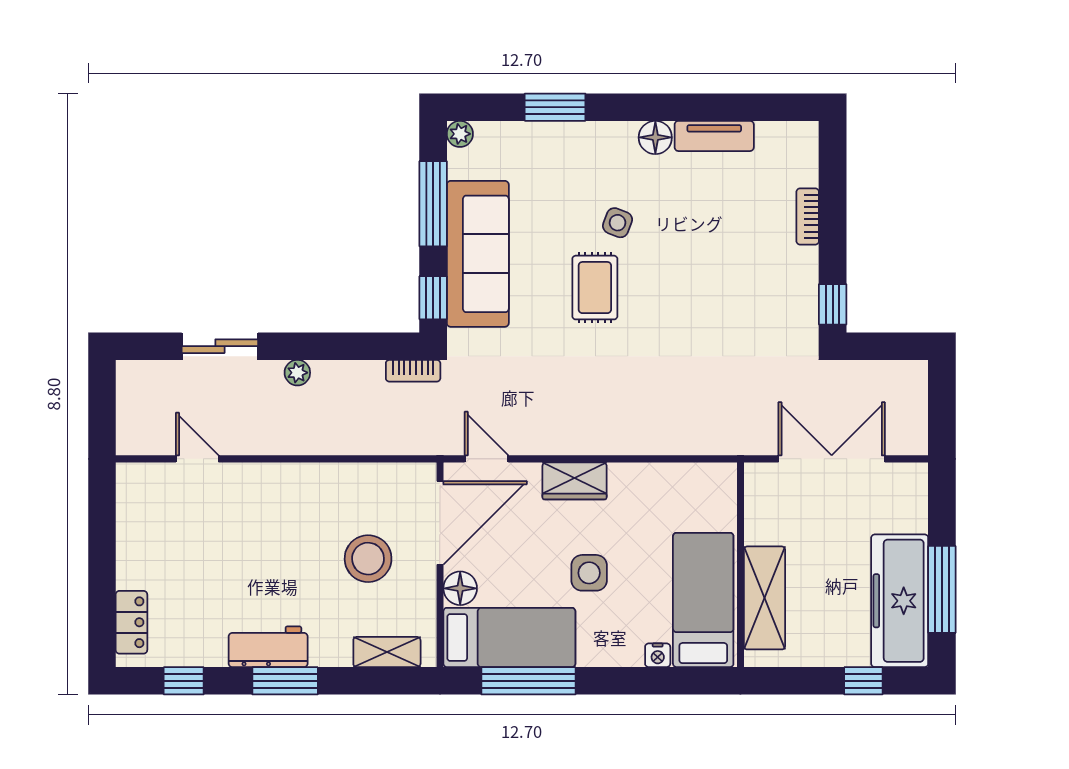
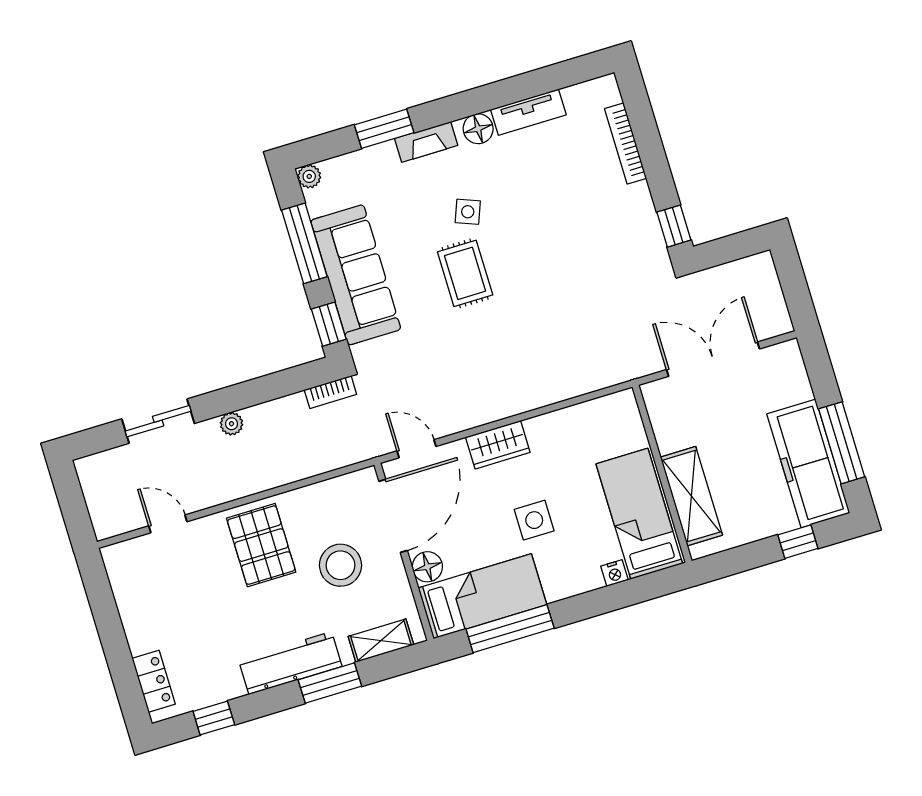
fireplace: (596, 135) -> (426, 142), added
bookcase: (808, 216) -> (625, 143), width x1.56
pallet: (290, 512) -> (261, 545), added
workbench: (268, 647) -> (290, 663), width x1.38
window: (285, 681) -> (330, 683), moved

